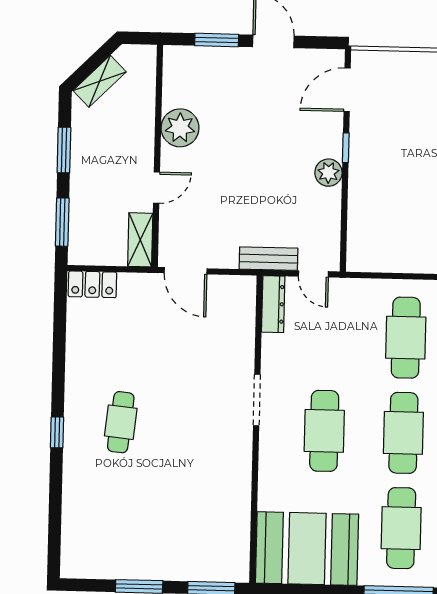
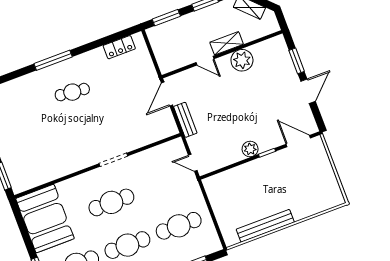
shelving: (140, 240) -> (227, 43), moved
bench: (268, 259) -> (185, 120), moved
door: (313, 274) -> (193, 163), hinge flipped
locker: (92, 284) -> (119, 47), moved, turned -90
dresser: (273, 304) -> (168, 148), removed
window: (57, 432) -> (53, 60), width x2.17

